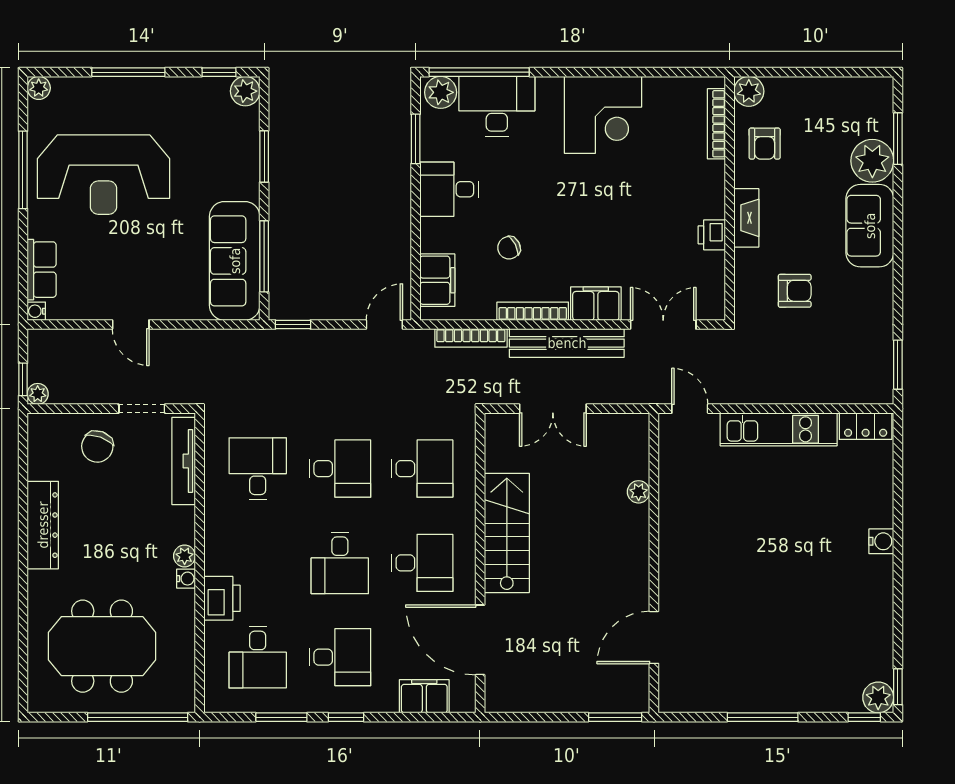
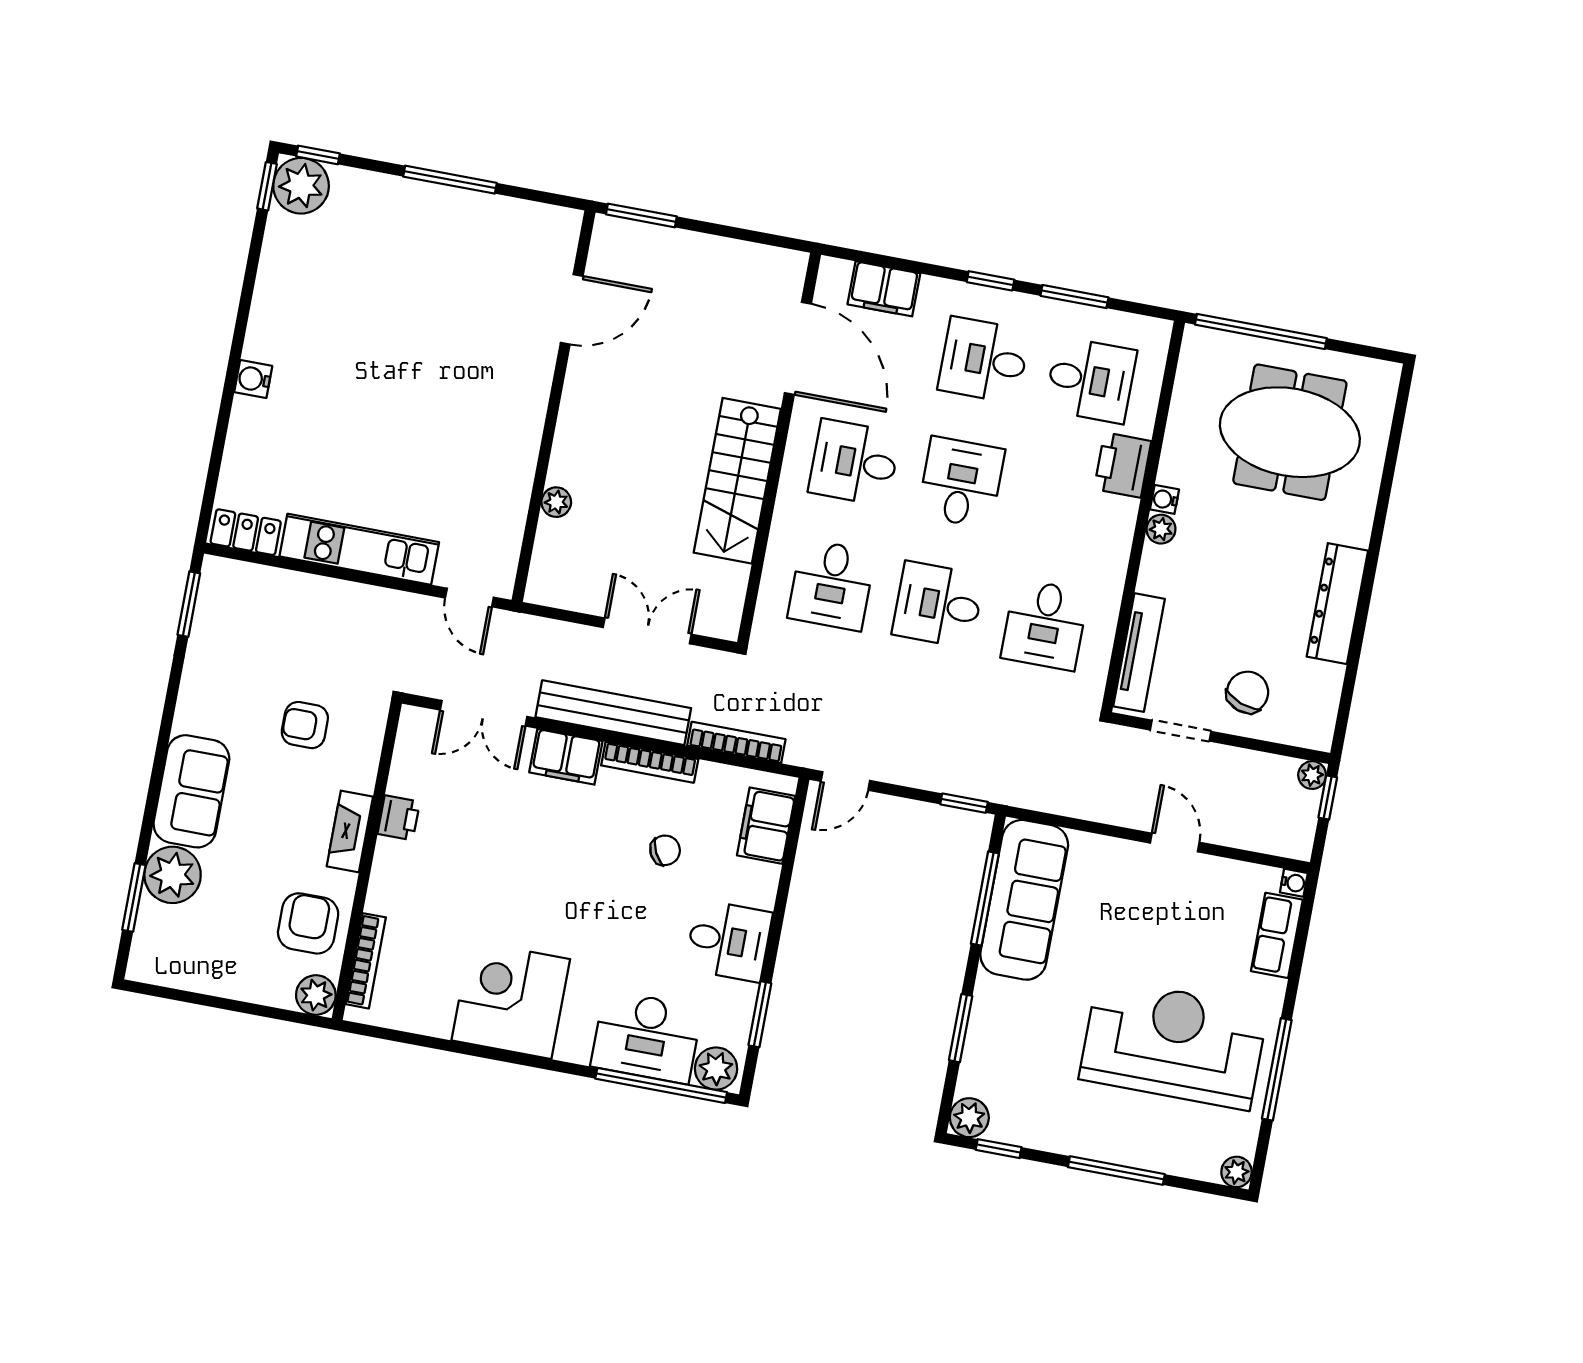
armchair: (765, 144) -> (308, 923), width x1.38, depth x1.38
desk: (422, 469) -> (832, 585), turned -90
desk: (258, 657) -> (1091, 380), turned 90
plant: (878, 697) -> (301, 186), width x1.36, depth x1.36

